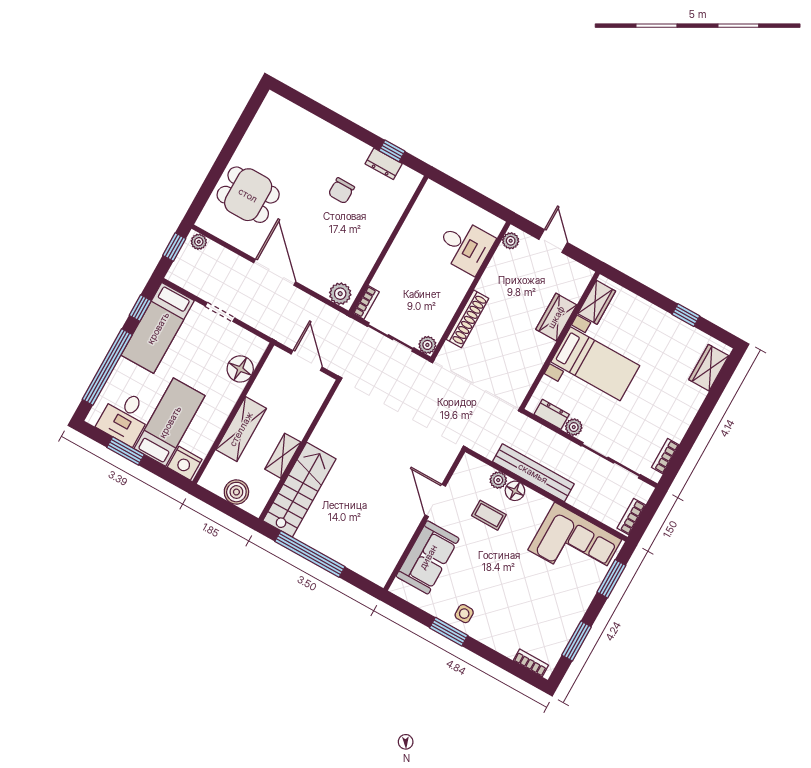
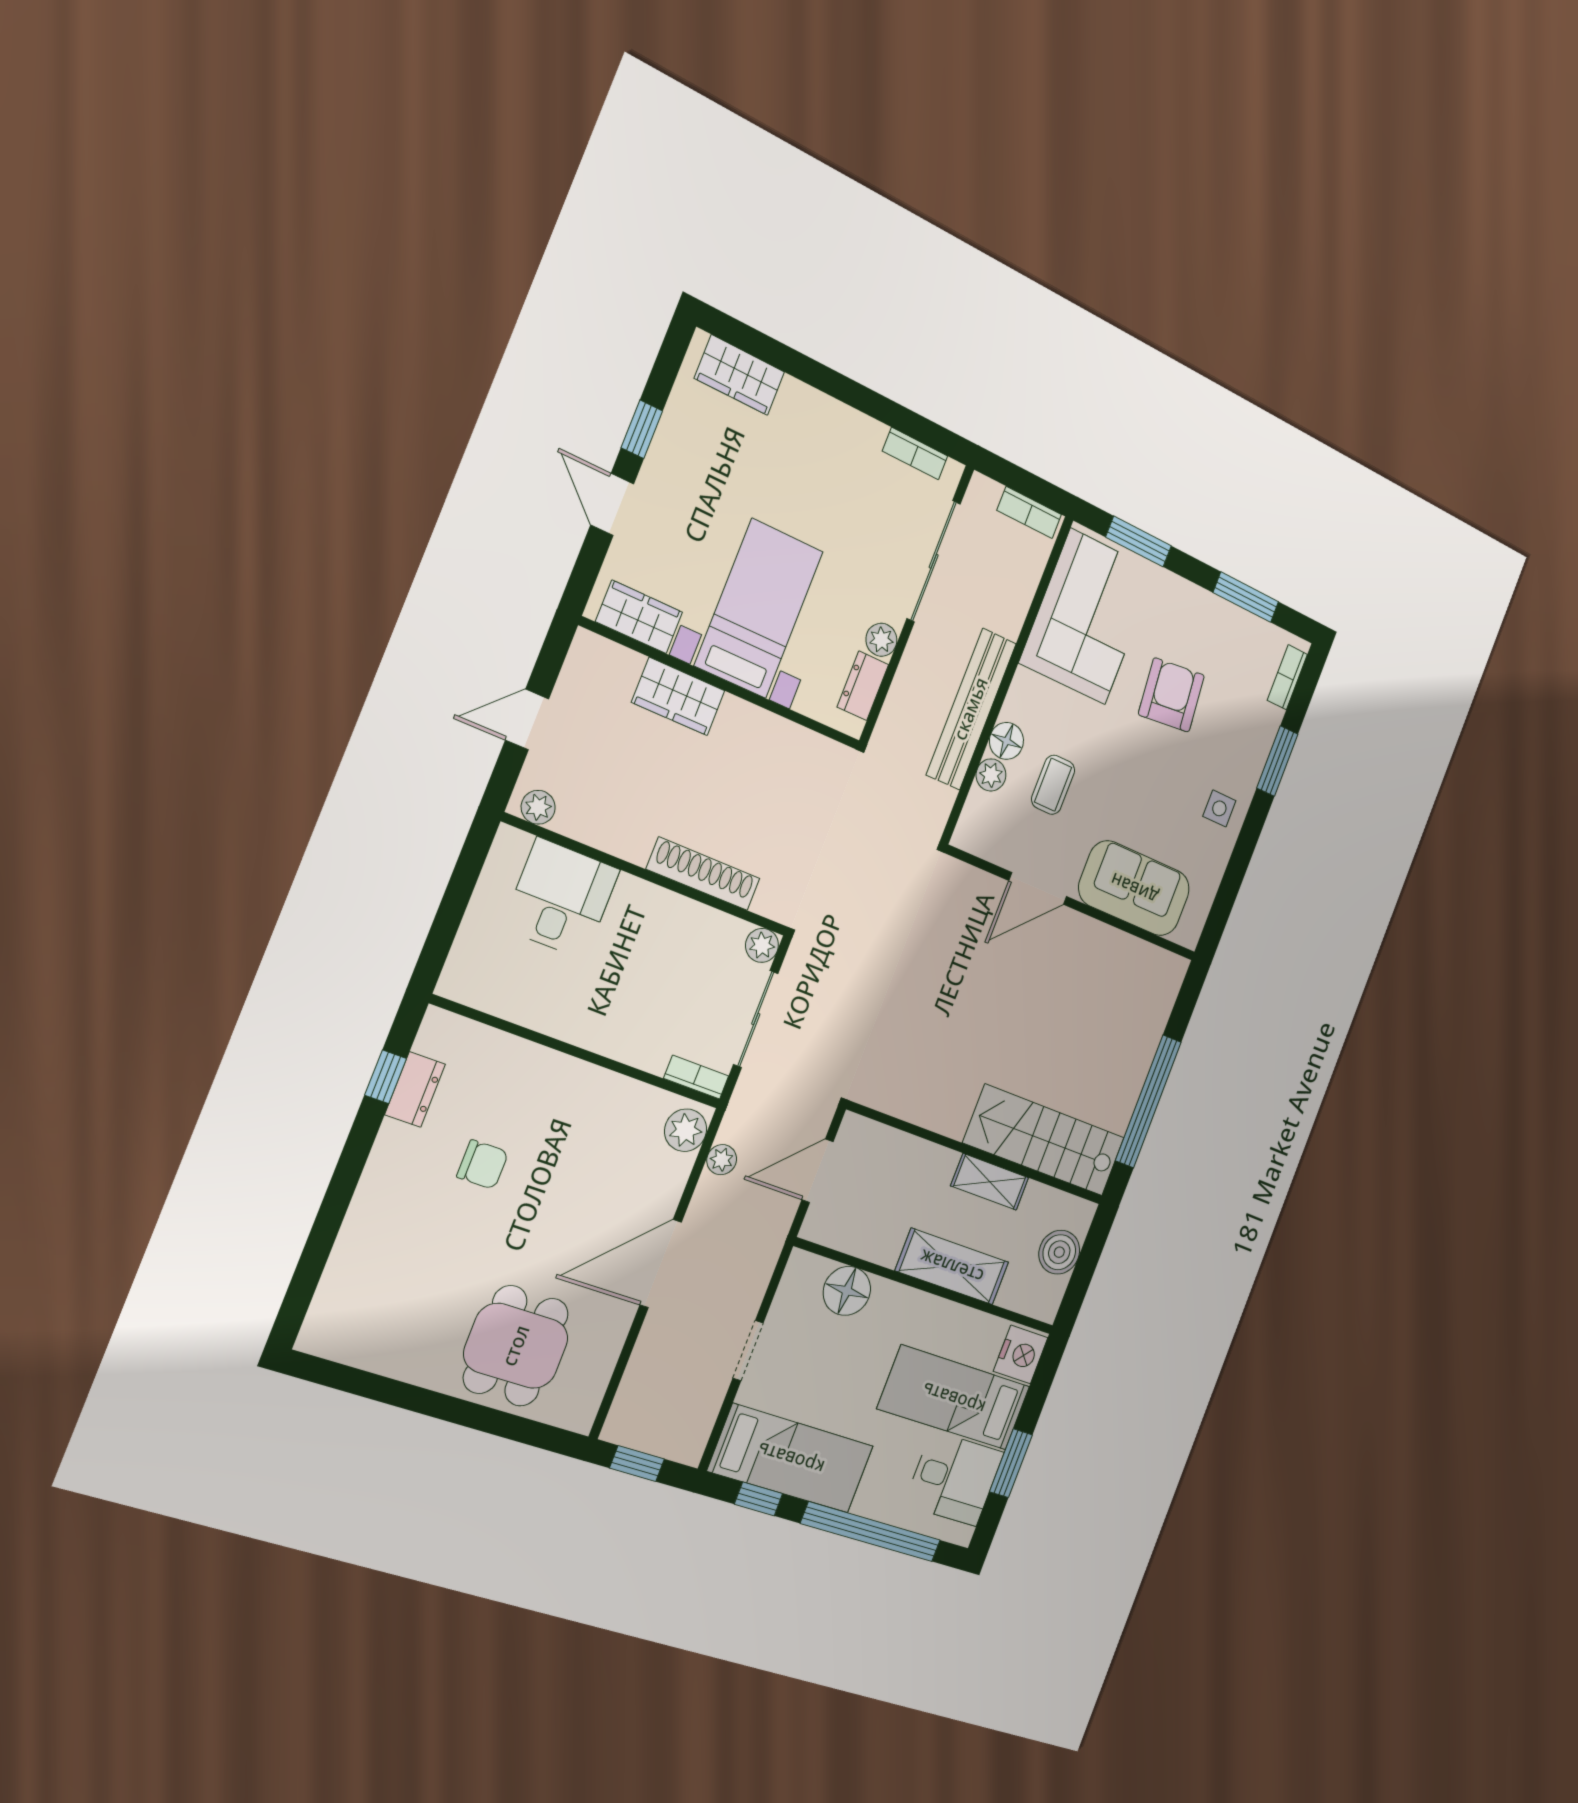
plant: (199, 242) -> (722, 1160), moved
door: (651, 296) -> (612, 504), added
armchair: (529, 590) -> (1171, 695), added
window: (449, 632) -> (1277, 761), moved

